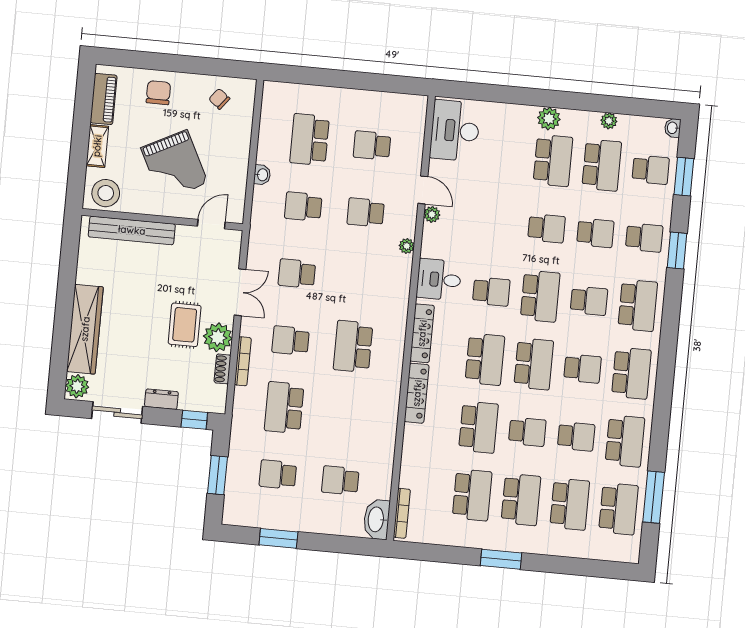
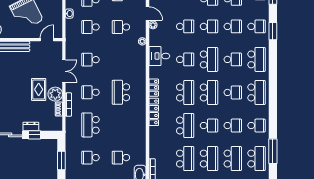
school desk: (498, 224) -> (185, 26), added
locker: (422, 333) -> (154, 88), width x0.66
window: (194, 420) -> (35, 135), moved
school desk: (625, 441) -> (257, 126), width x0.54

